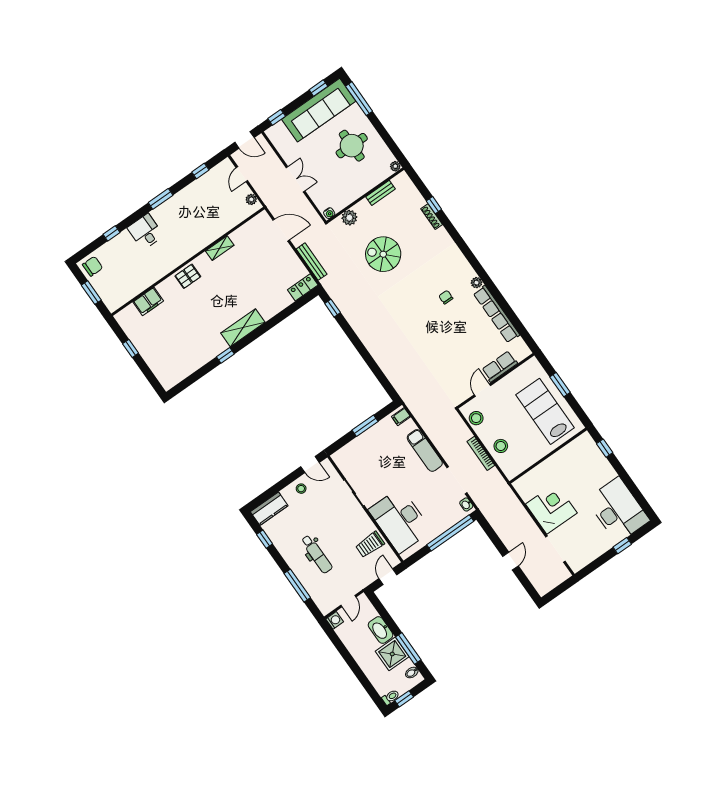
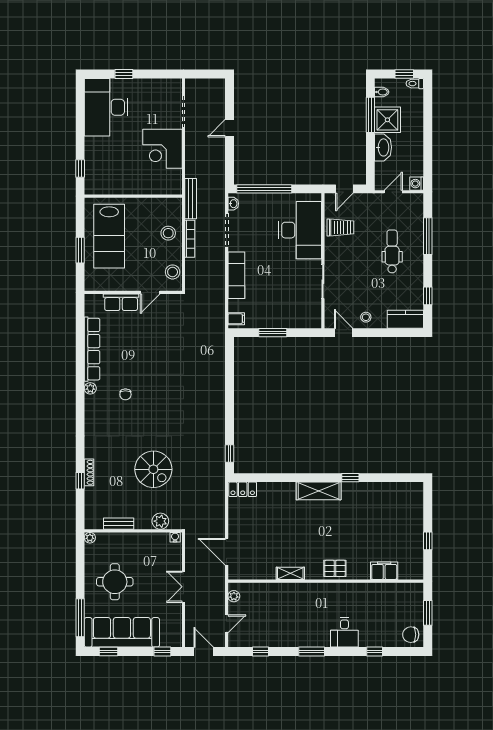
bench: (312, 262) -> (191, 199), moved

